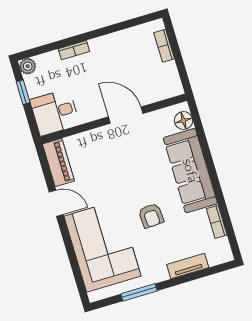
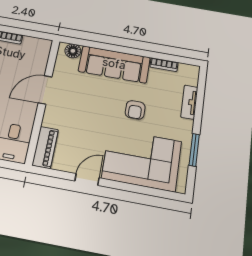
piano: (58, 163) -> (45, 147), moved, turned 90
armchair: (151, 216) -> (135, 110), turned 93

